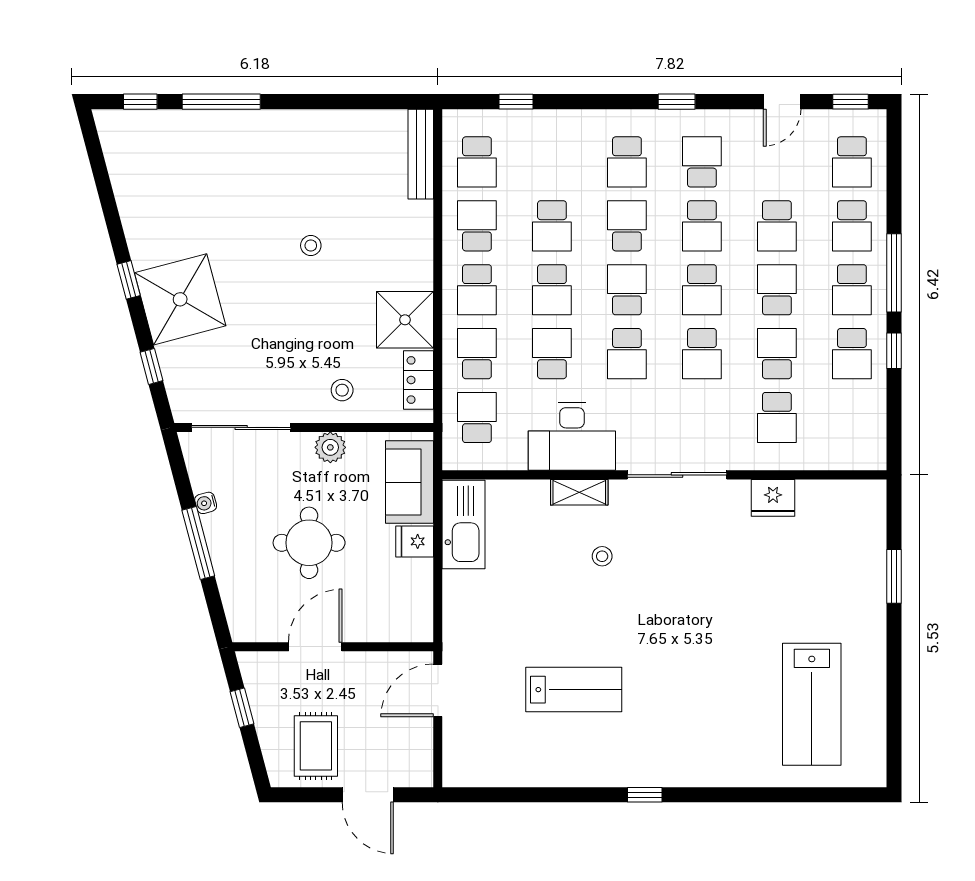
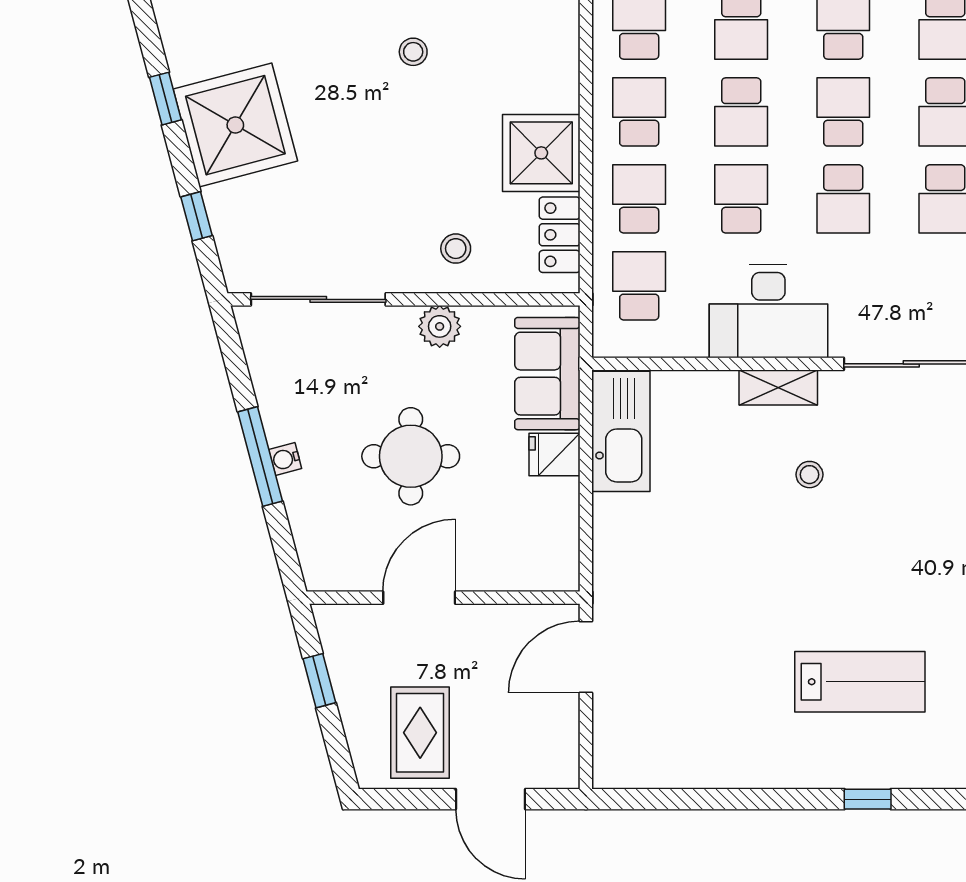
school desk: (477, 290) -> (639, 112), turned 180
water cooler: (206, 503) -> (285, 459), moved
lab bench: (574, 690) -> (860, 682), moved

